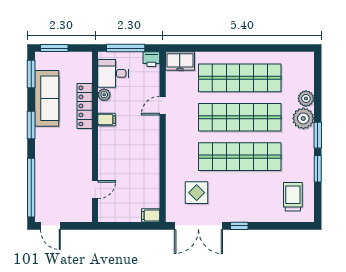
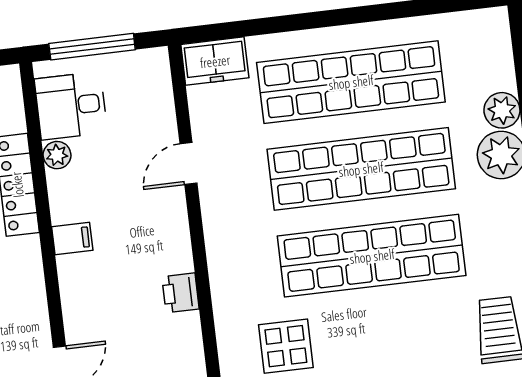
printer: (151, 59) -> (181, 293), moved, turned 90
filing cabinet: (107, 119) -> (72, 239), moved

